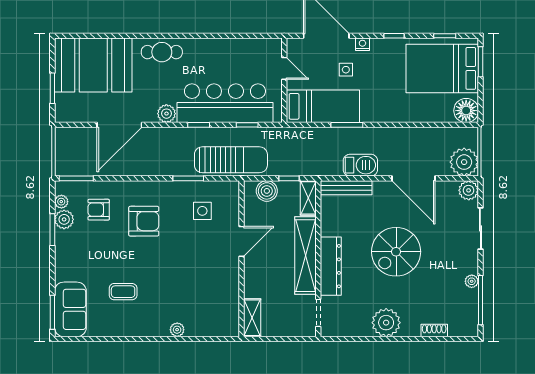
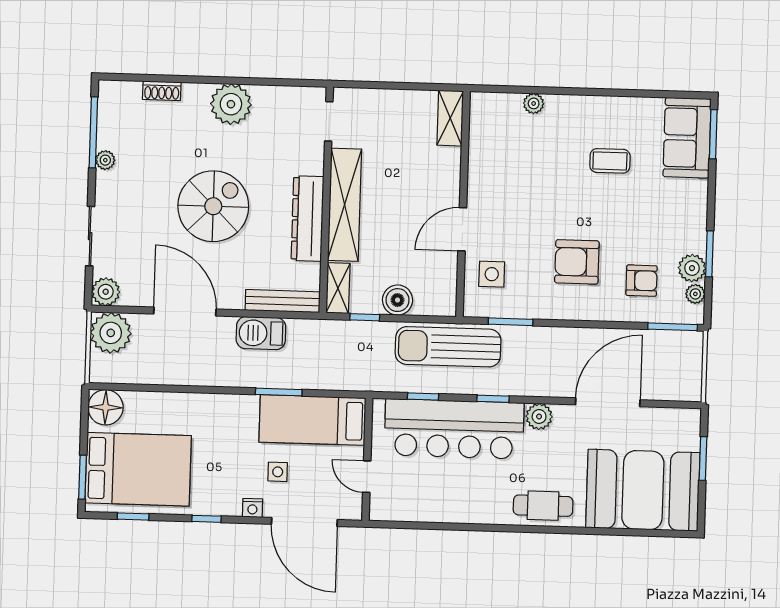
door: (241, 241) -> (462, 229), moved
wall: (241, 259) -> (463, 204), moved
dresser: (331, 266) -> (307, 219), moved
shelving: (252, 318) -> (450, 118), moved

